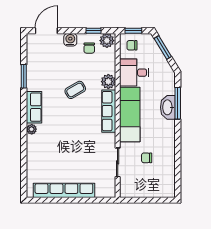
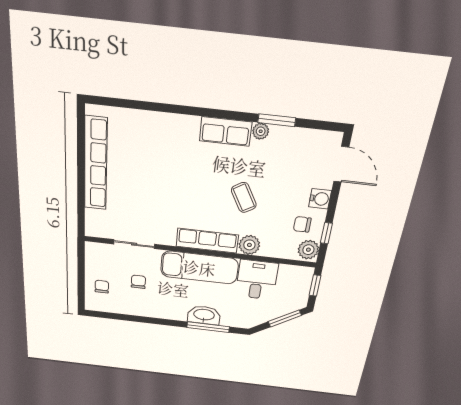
chair: (132, 45) -> (102, 287), moved
plant: (32, 129) -> (261, 131), moved

